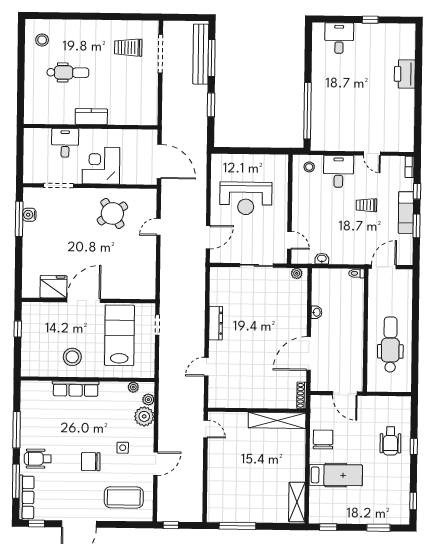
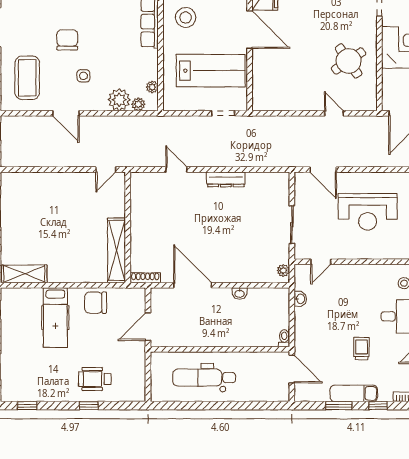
reception desk: (246, 198) -> (368, 212), turned -90
dental chair: (390, 344) -> (204, 378), turned 180
chair: (323, 439) -> (96, 303), turned 180

